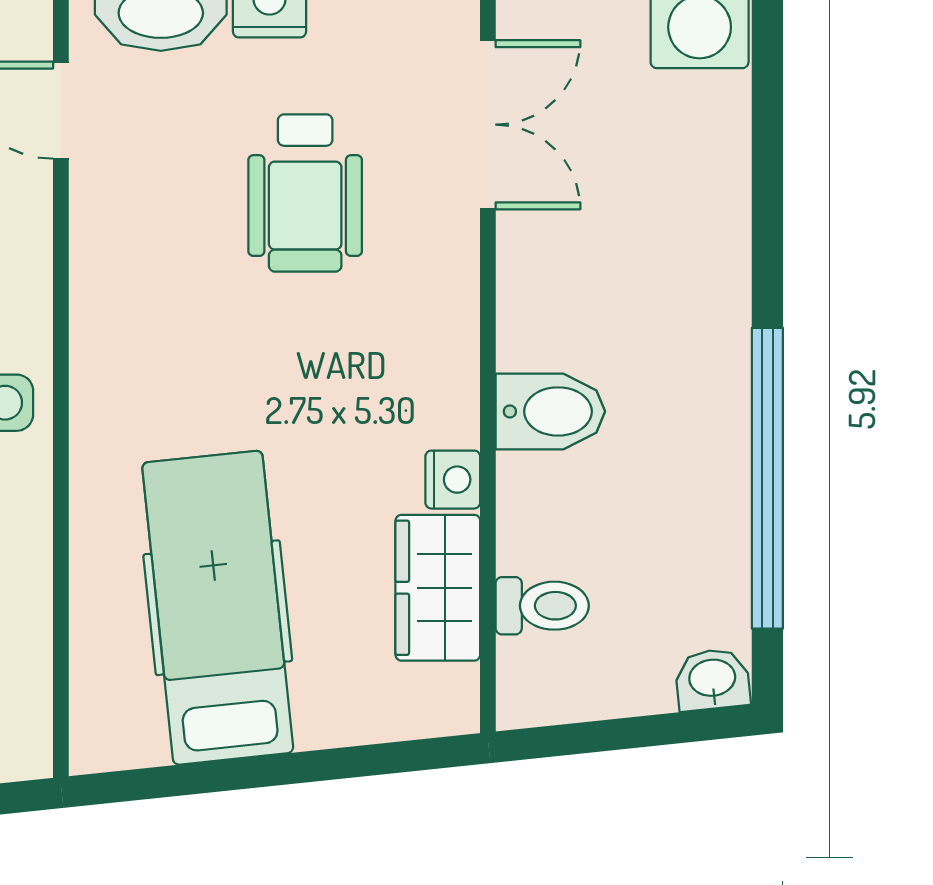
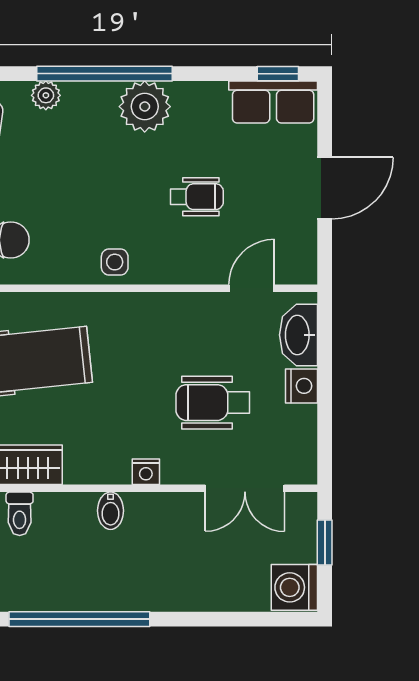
bidet: (550, 411) -> (111, 511), width x0.72, depth x0.74
nightstand: (453, 480) -> (146, 472), moved

